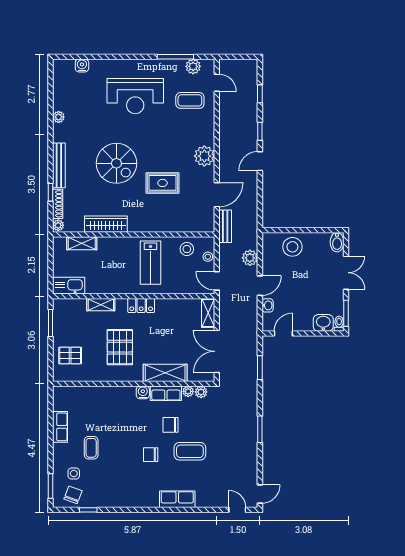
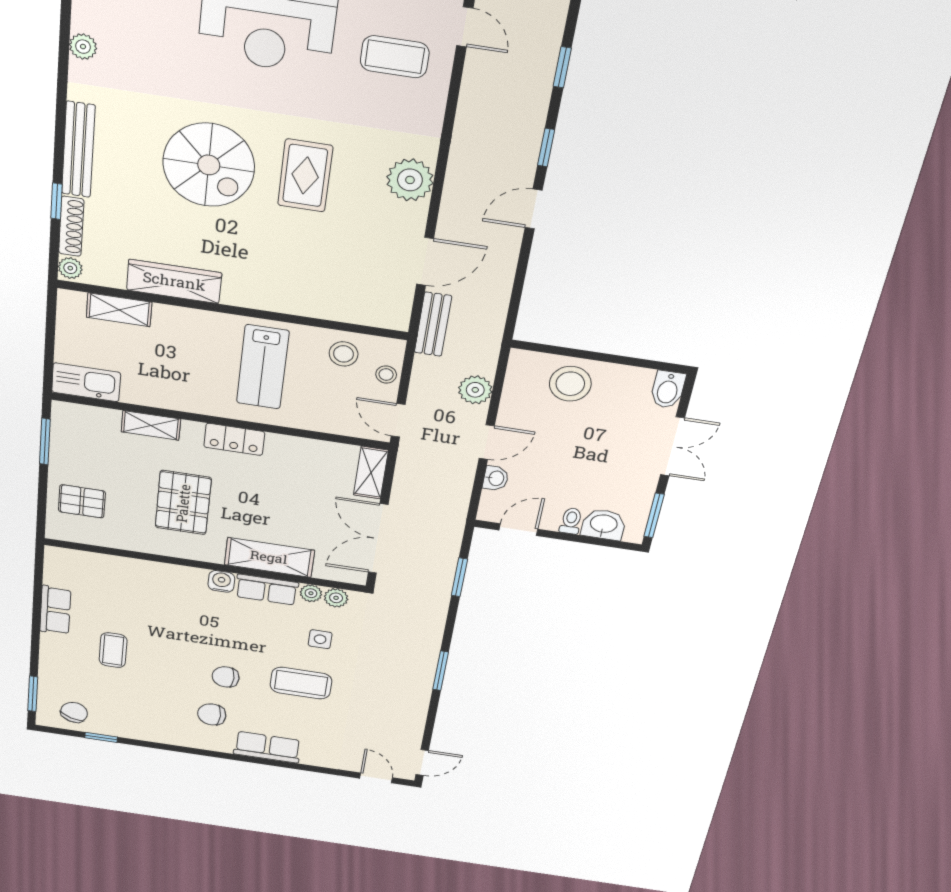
rug: (163, 183) -> (305, 176), moved, turned 90
toilet: (339, 324) -> (571, 521), moved
chair: (170, 425) -> (212, 714), moved
side table: (74, 473) -> (320, 639), moved

